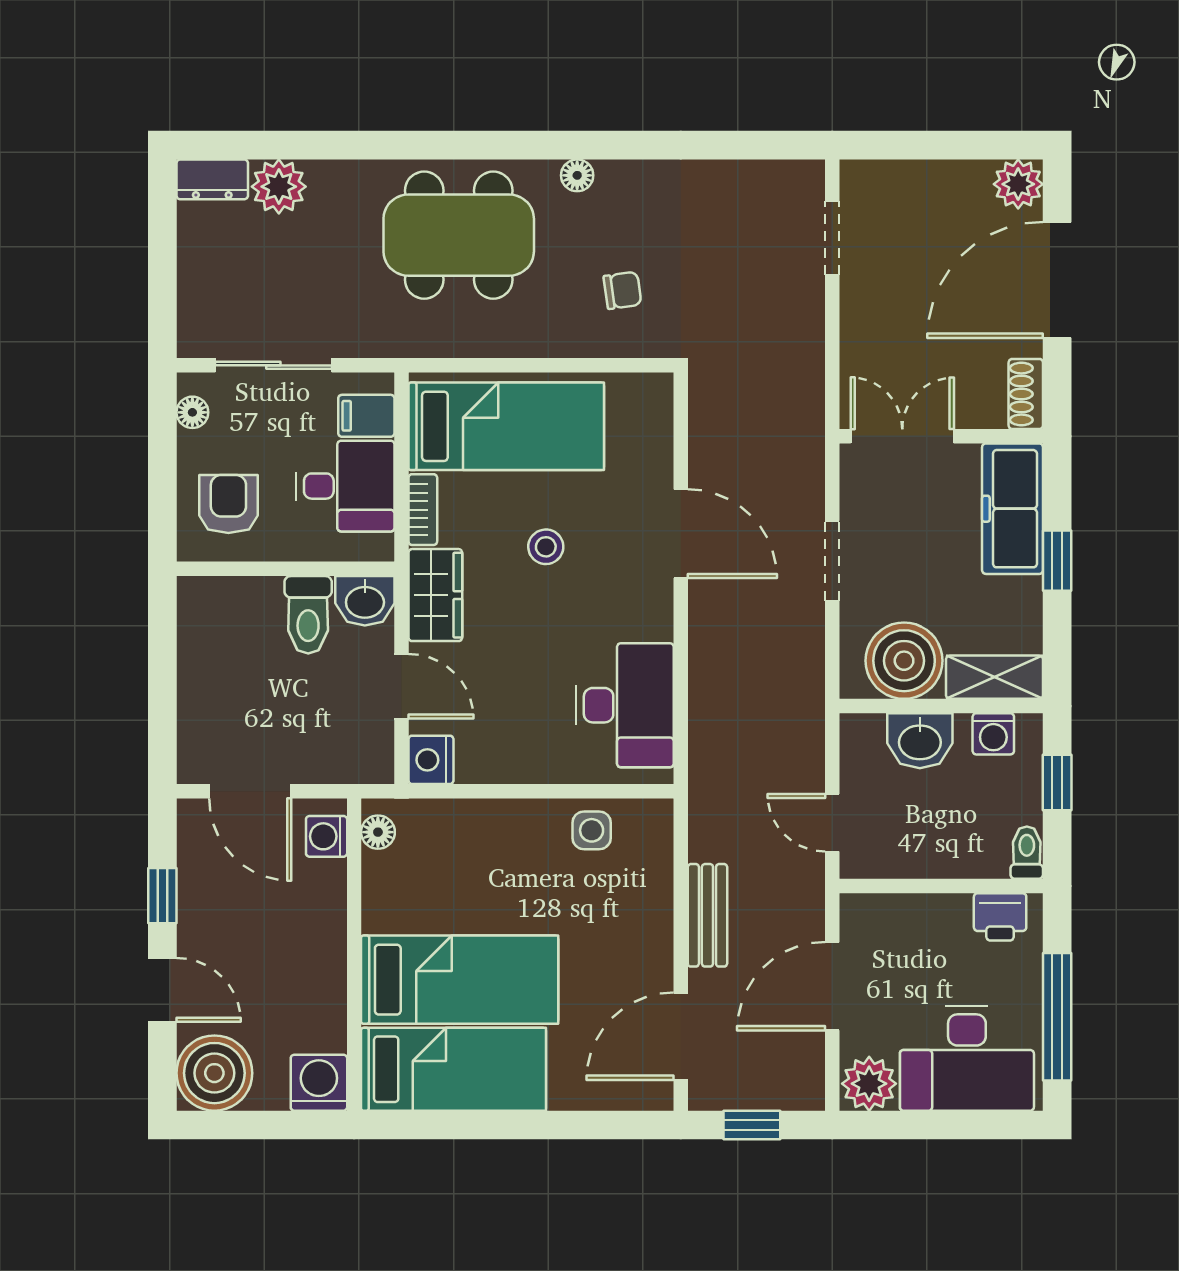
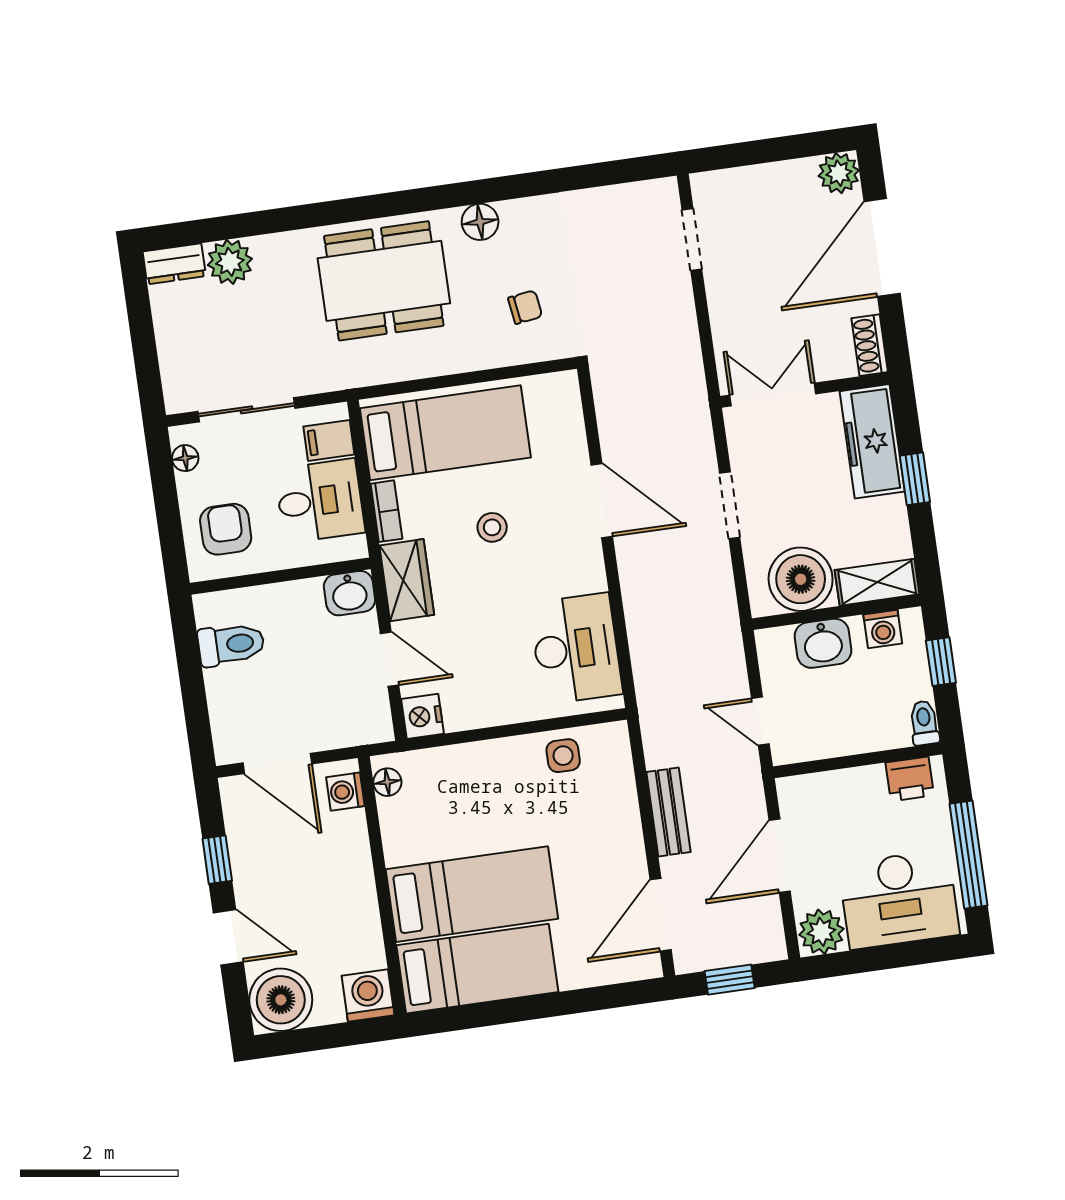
floor lamp: (577, 175) -> (480, 222), width x1.37, depth x1.37
toilet: (308, 615) -> (231, 644), moved, turned -90

